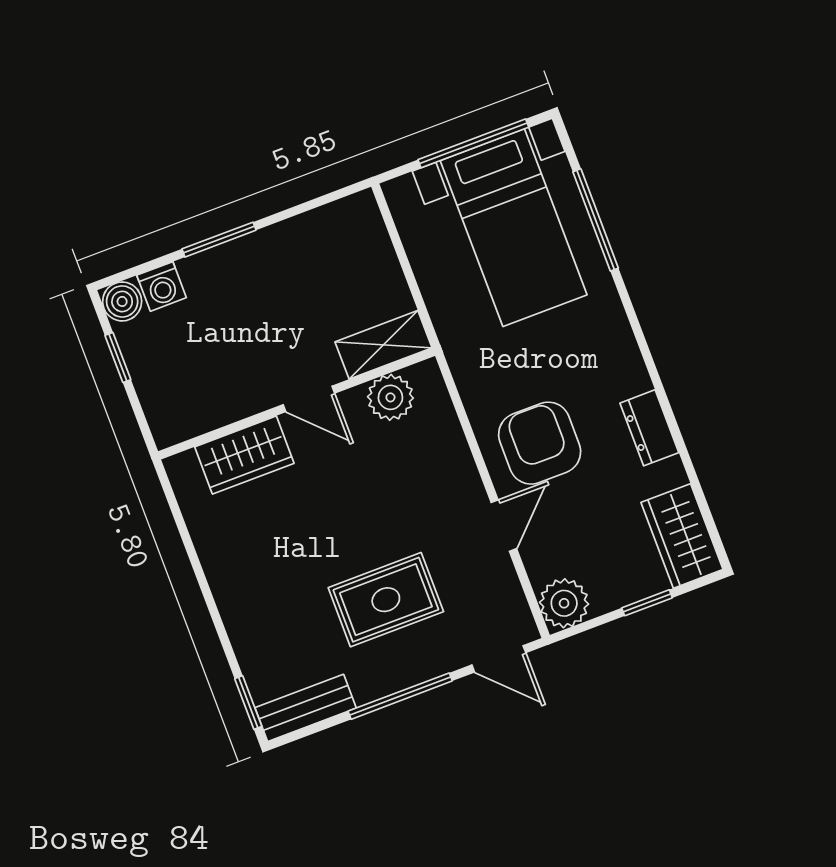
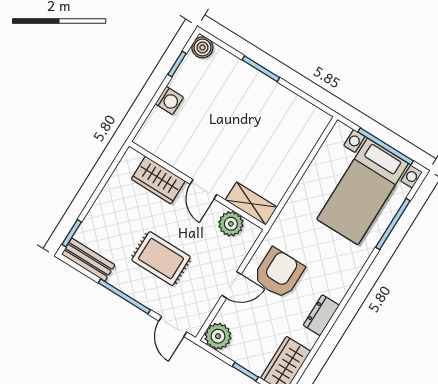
washing machine: (162, 286) -> (169, 101), moved, turned -90
shelving: (383, 345) -> (251, 204), moved
plant: (390, 397) -> (231, 224), moved
door: (309, 399) -> (203, 189), moved
wall: (297, 404) -> (197, 185), moved
wardrobe: (244, 455) -> (158, 180), moved

